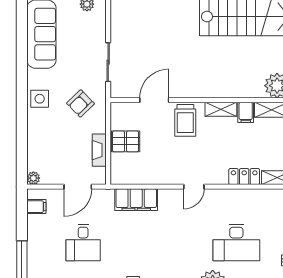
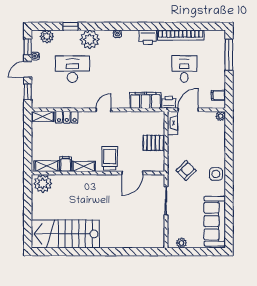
fireplace: (99, 150) -> (172, 123), moved
printer: (104, 197) -> (169, 102), added

